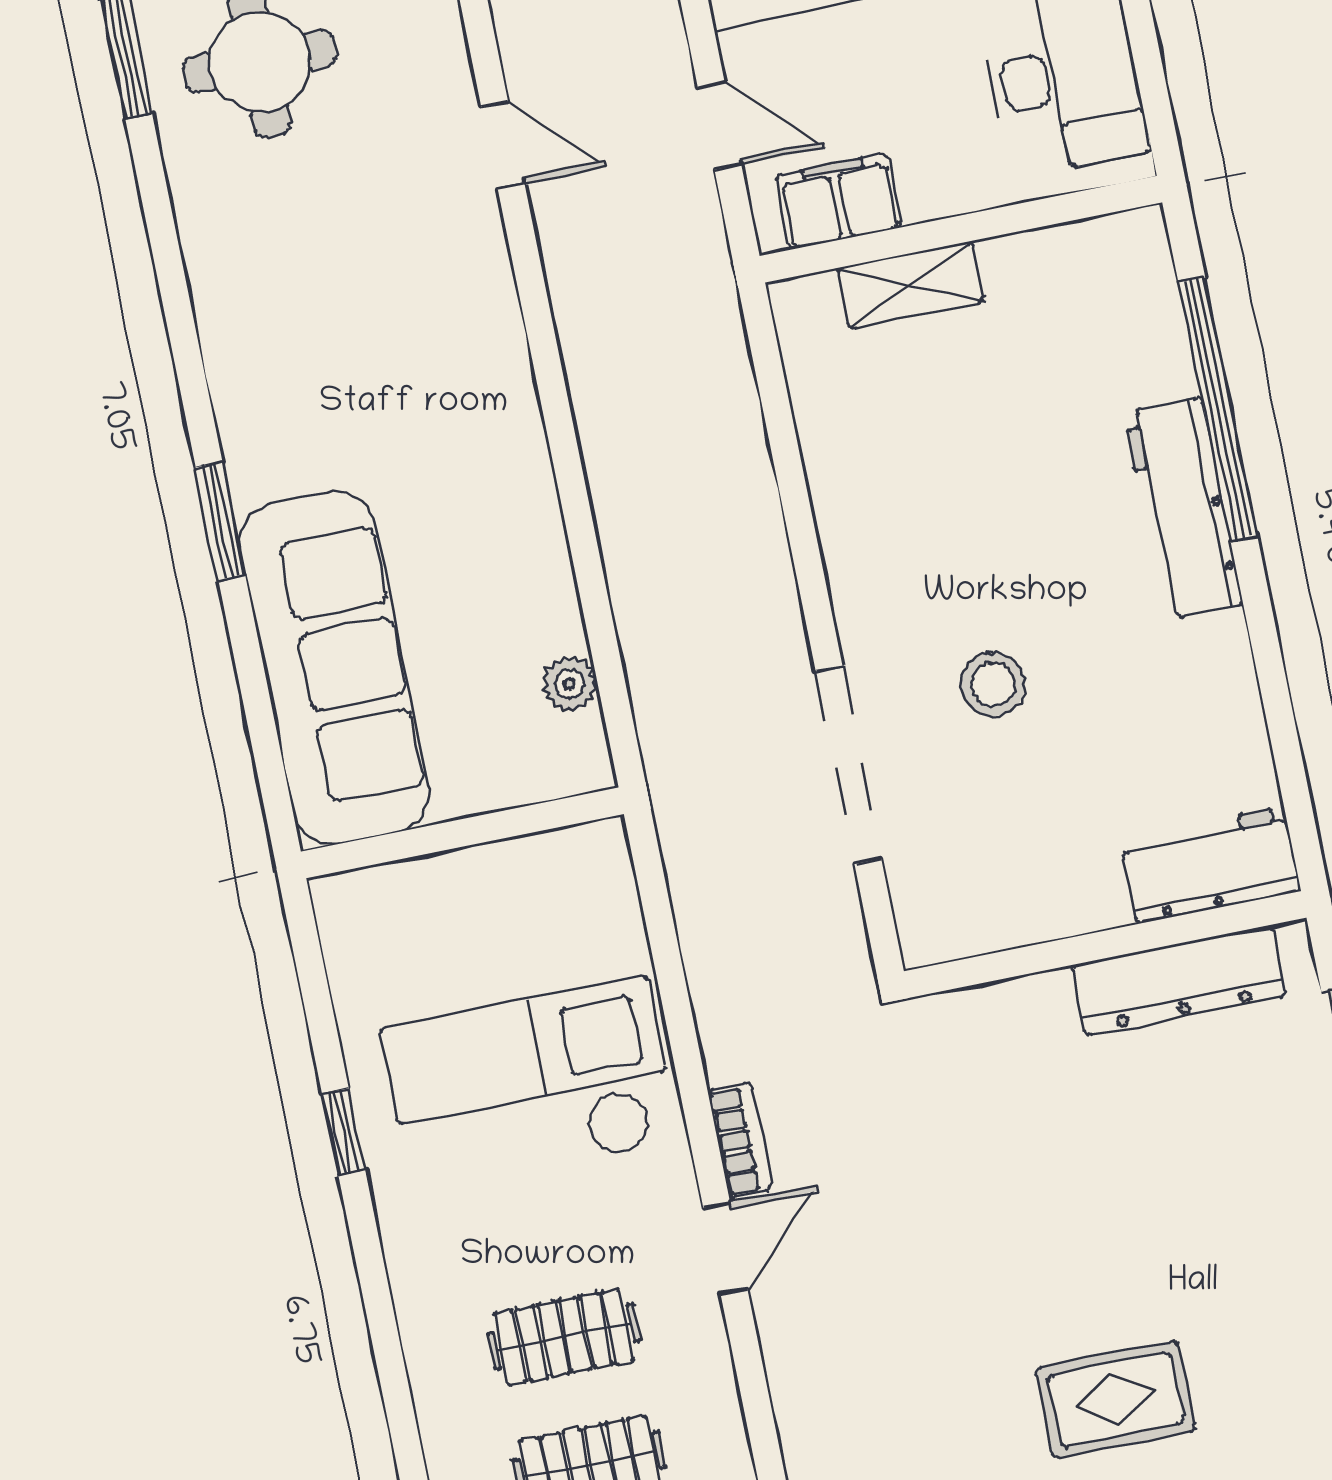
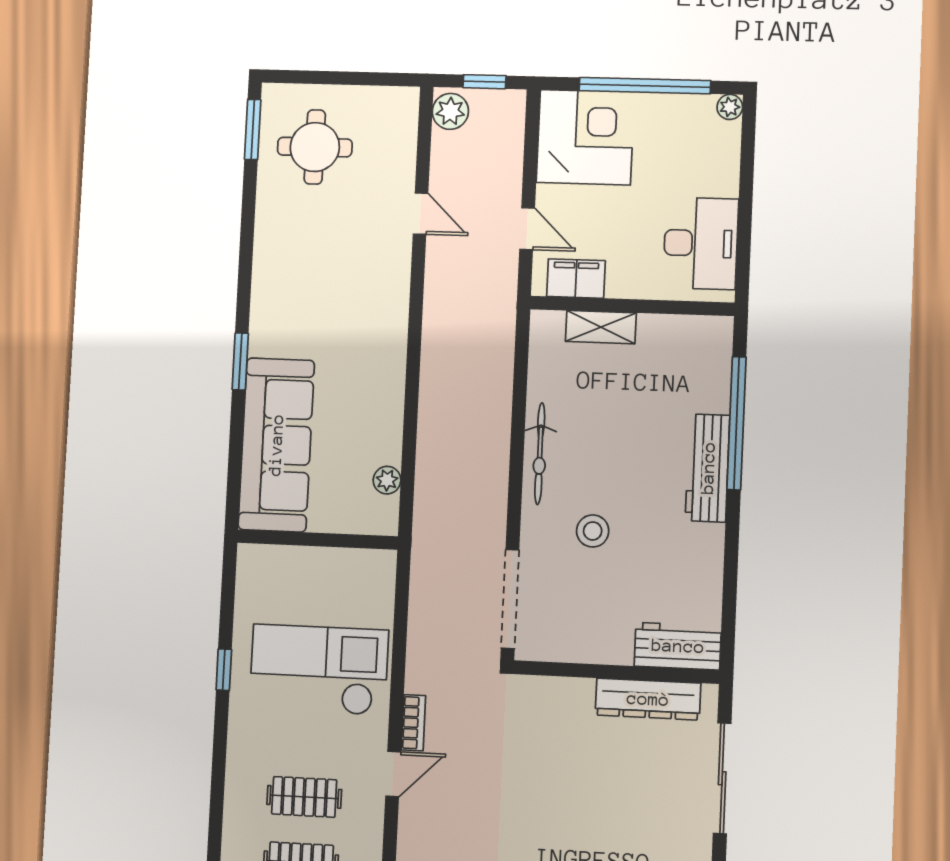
bicycle: (854, 560) -> (540, 454), added
doorway: (848, 765) -> (510, 599), moved

